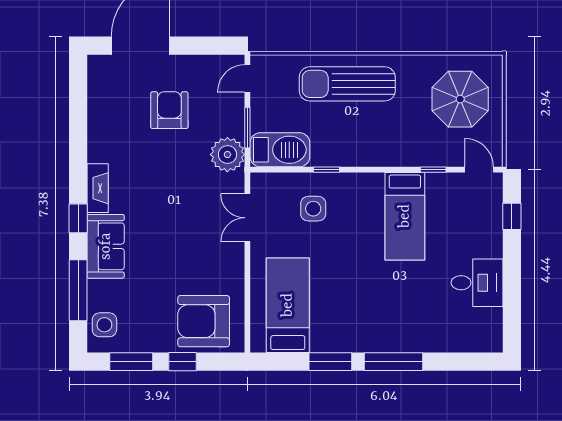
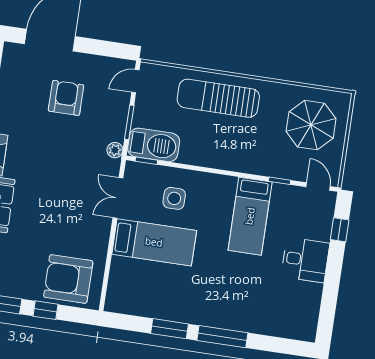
plant: (227, 155) -> (115, 150), width x0.53, depth x0.53
window: (326, 170) -> (146, 161), moved
desk: (477, 283) -> (305, 260), moved
bed: (288, 305) -> (154, 242), moved, turned 90

